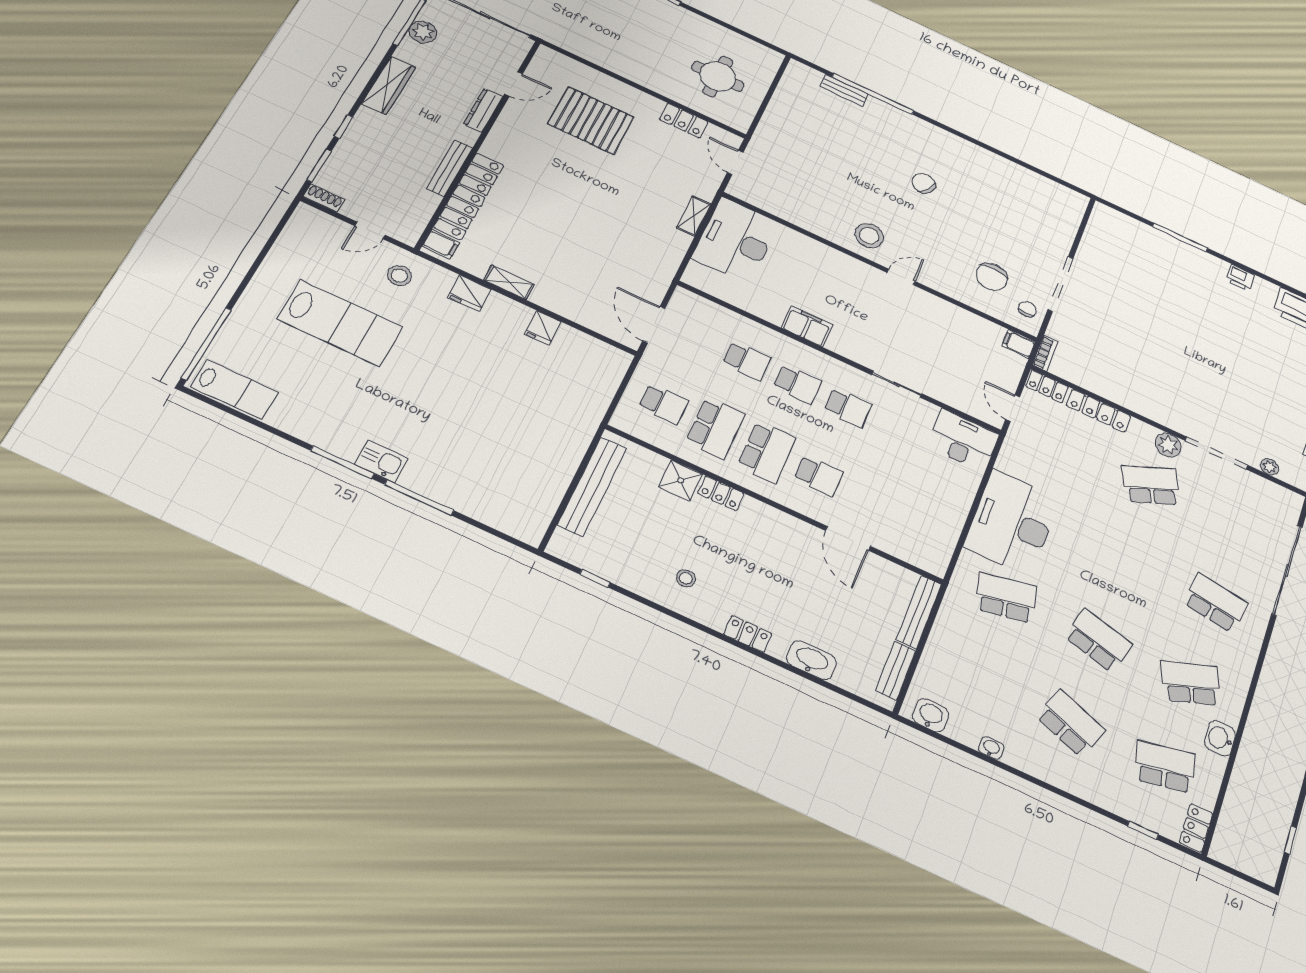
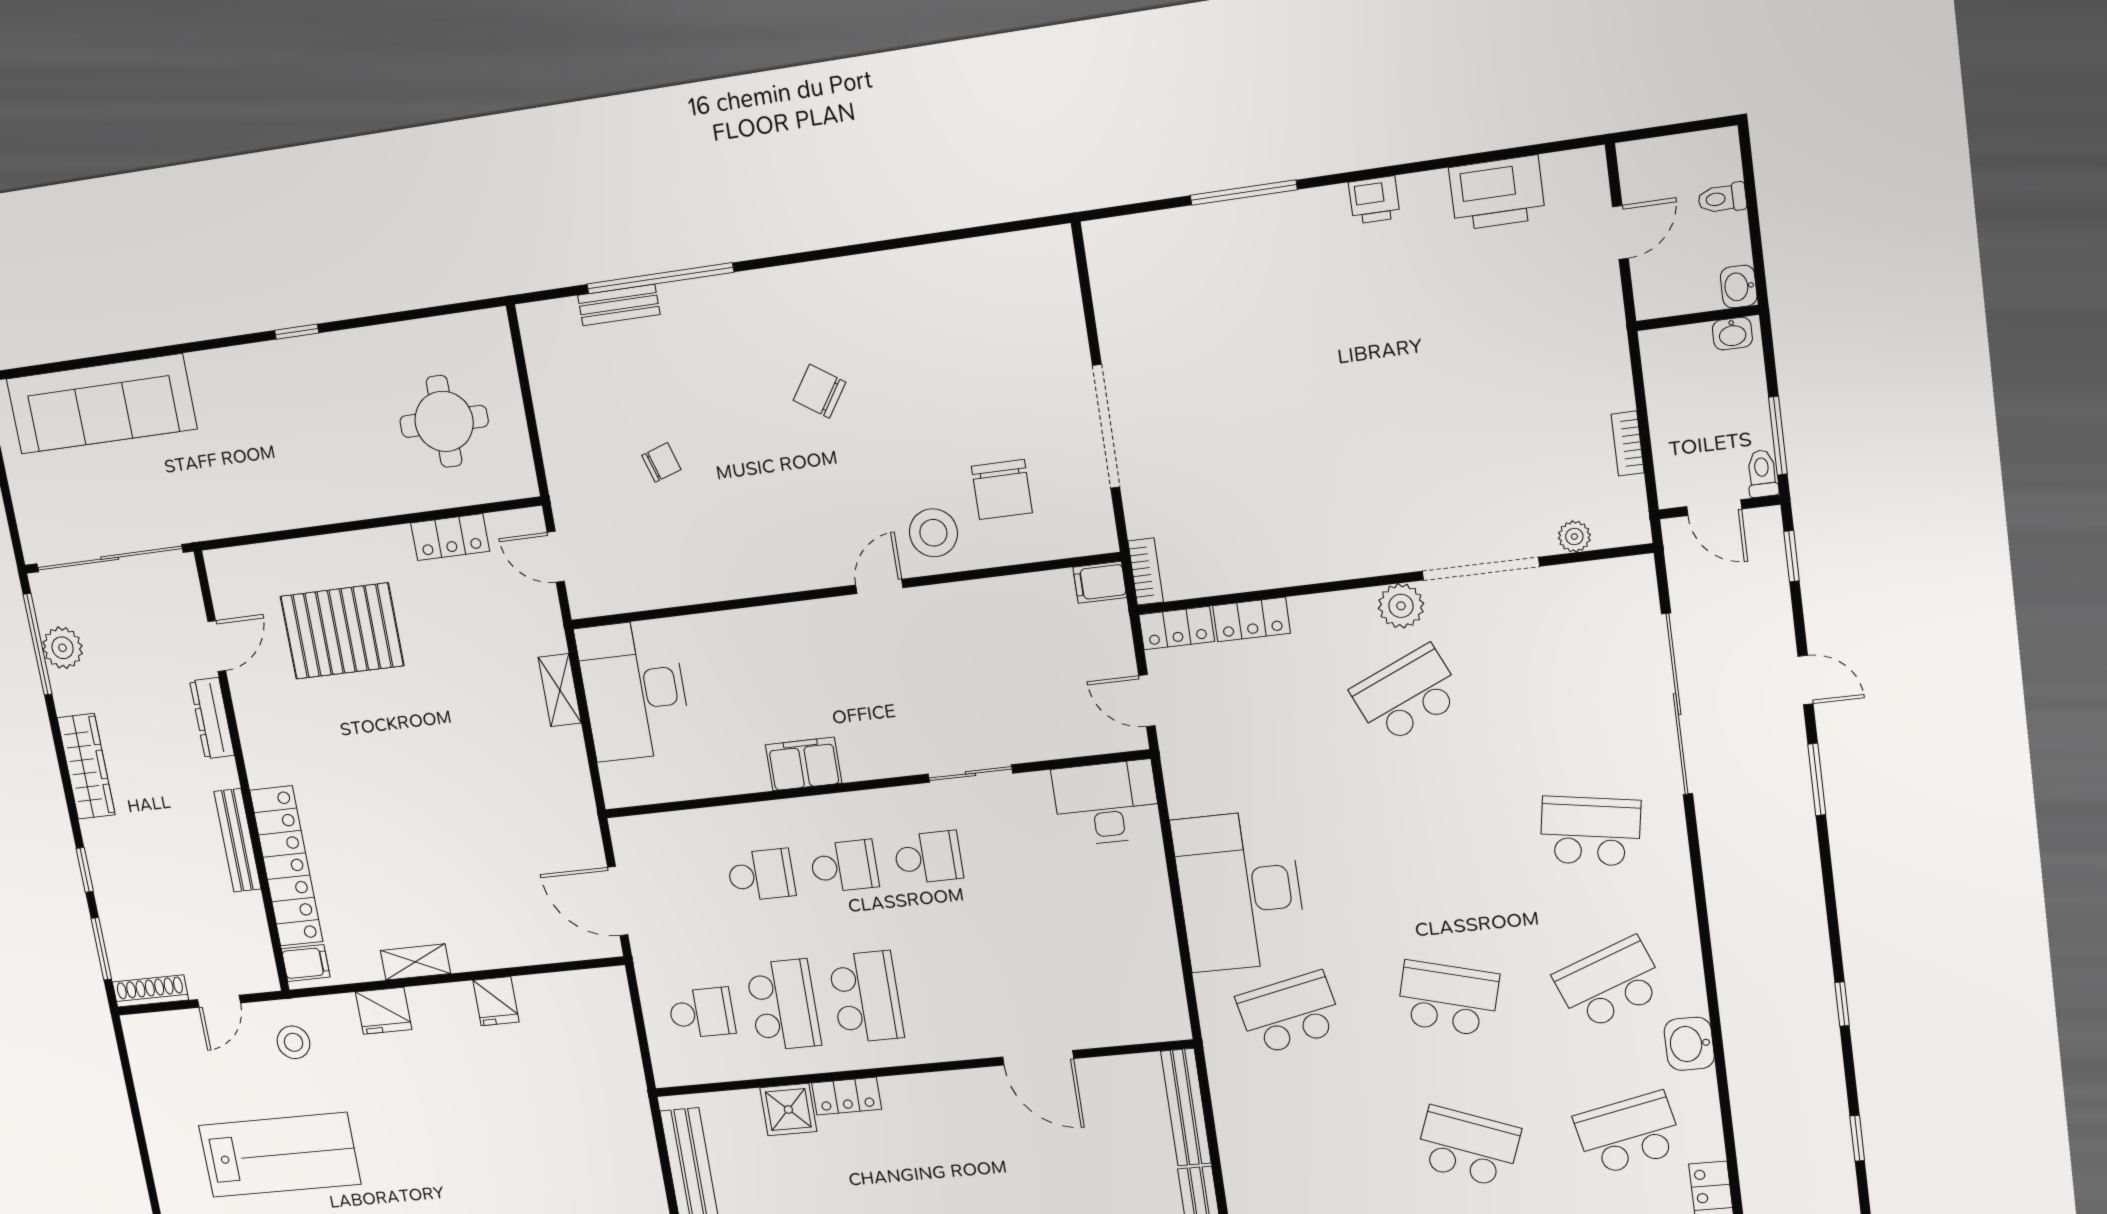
shoe rack: (324, 198) -> (150, 991), width x1.43
stool: (869, 236) -> (933, 533), moved
chair: (1027, 309) -> (661, 463), moved, turned 72
locker: (1099, 411) -> (1251, 620), width x0.66
school desk: (818, 476) -> (950, 989), removed

